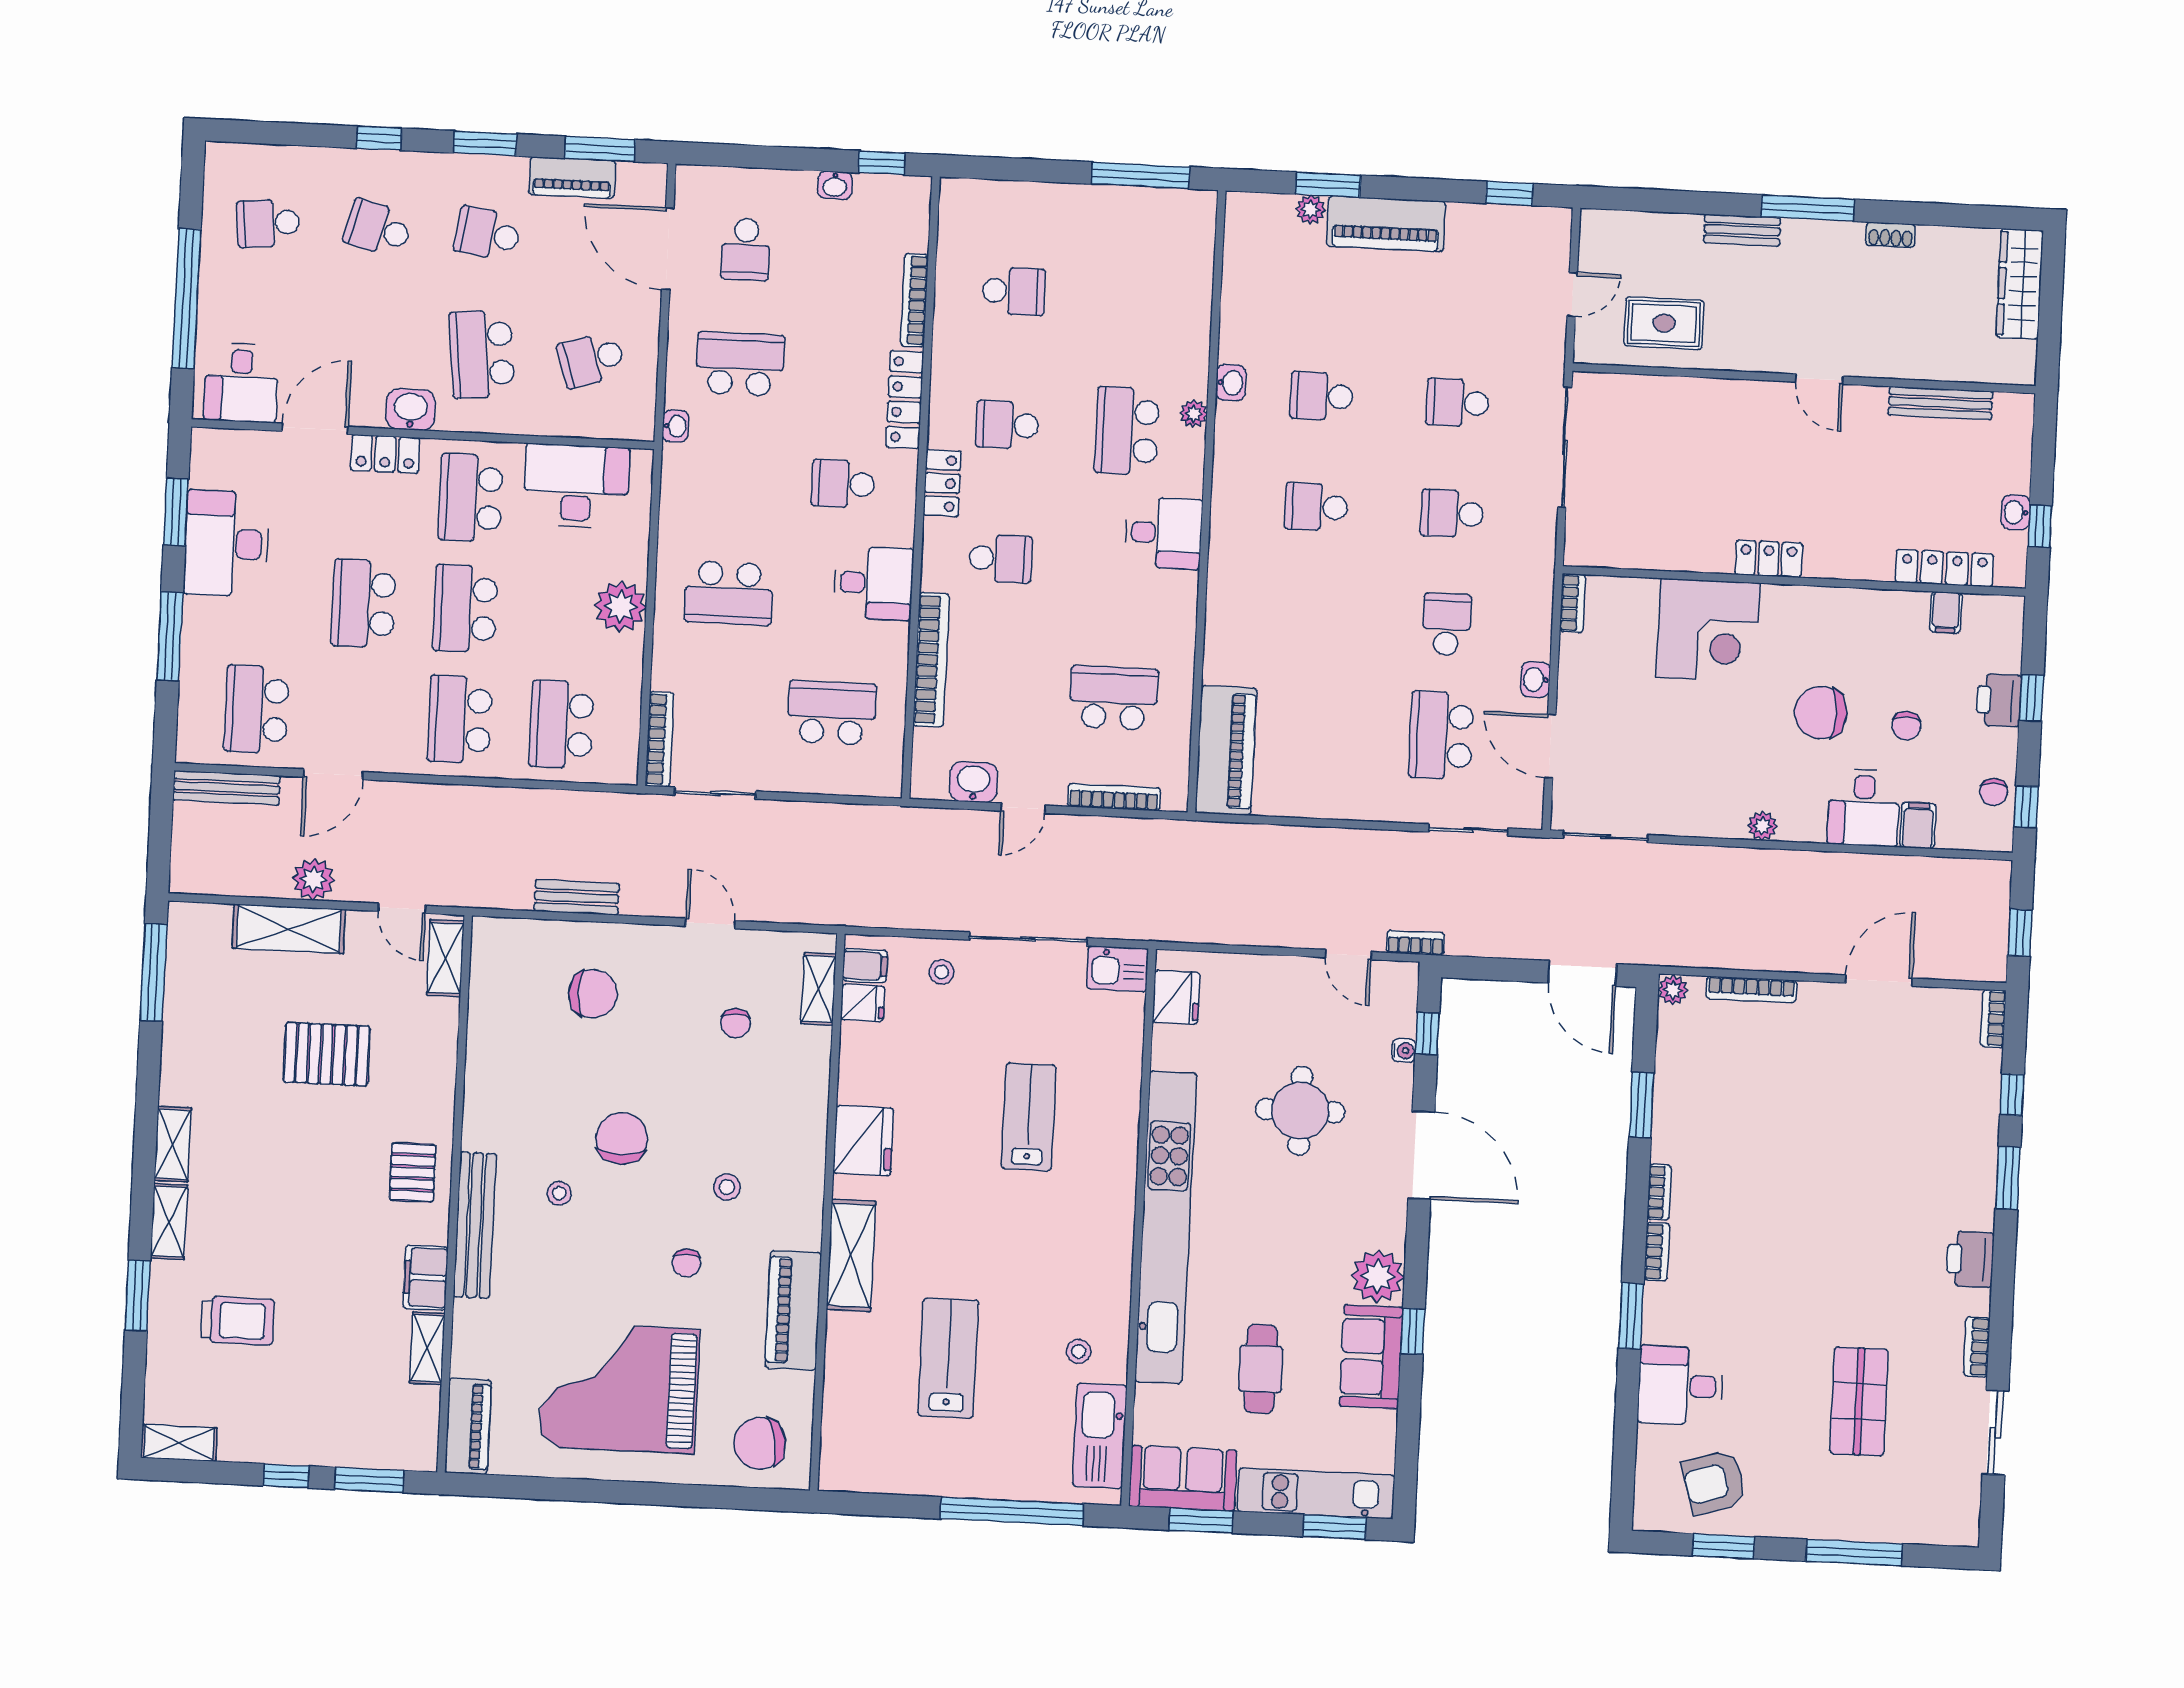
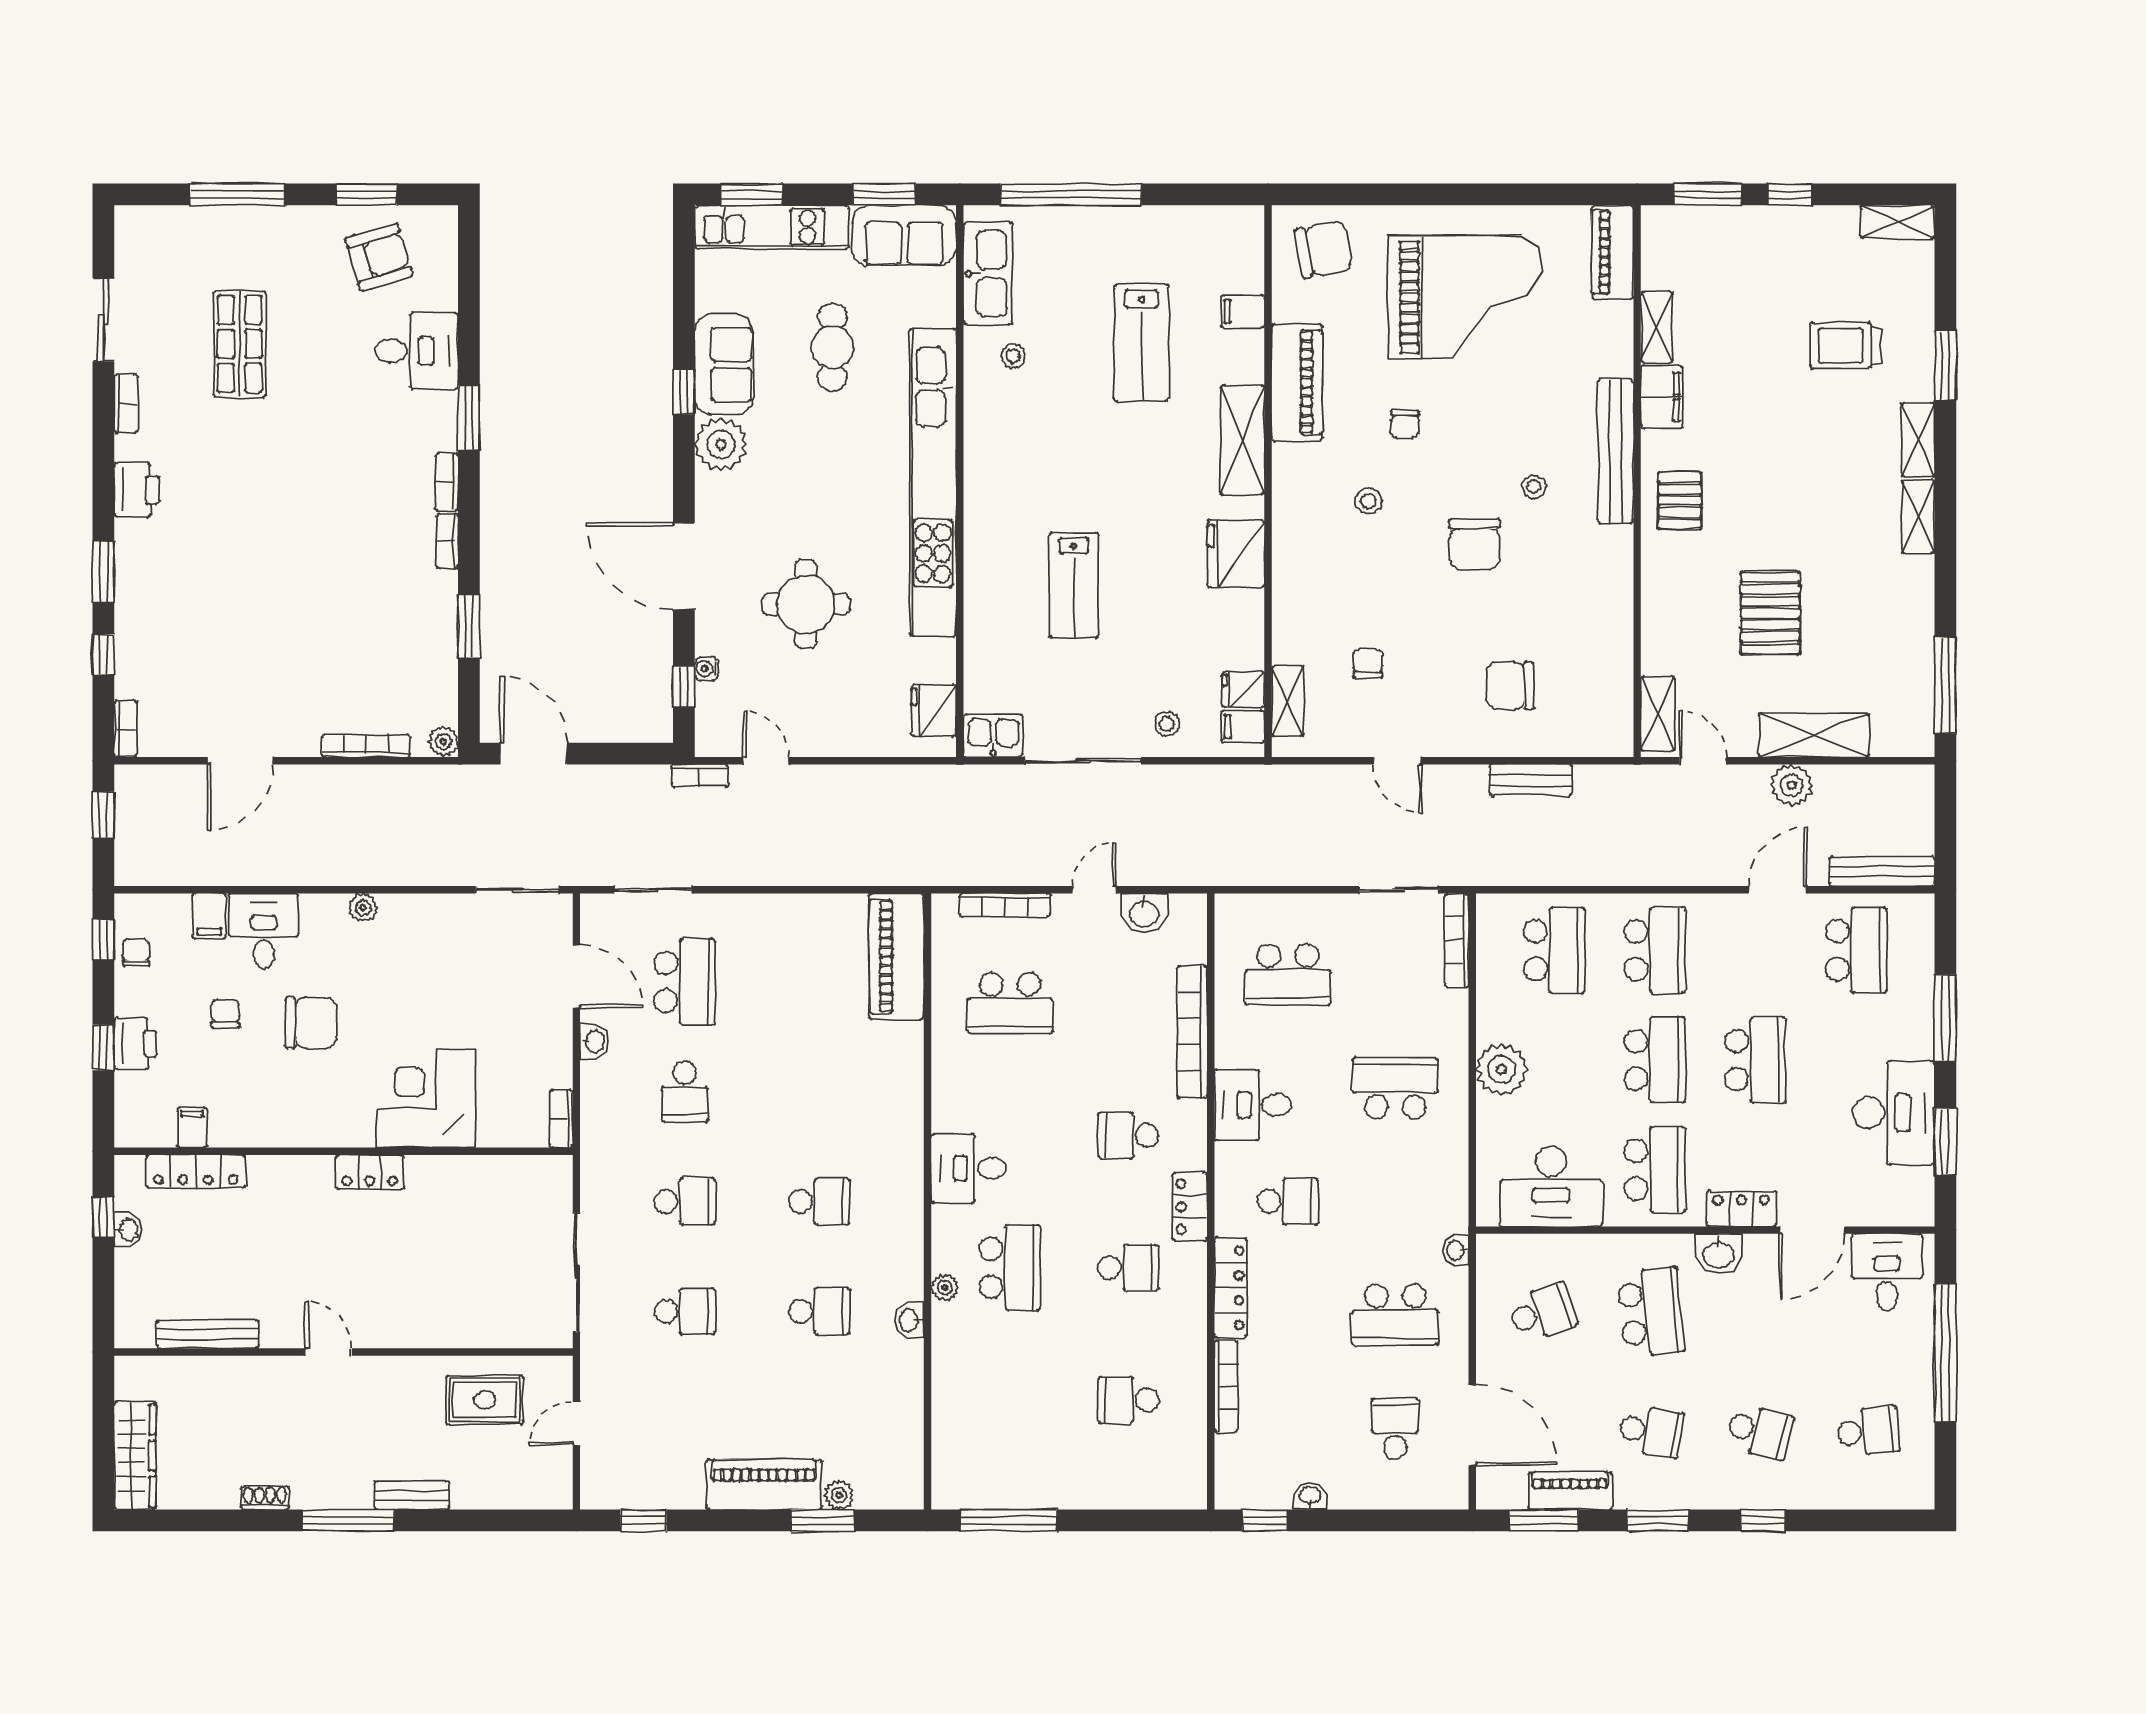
pallet: (327, 1054) -> (1770, 613), turned 90
chair: (686, 1263) -> (1405, 424), turned 180
filing cabinet: (845, 1385) -> (1243, 312), added

